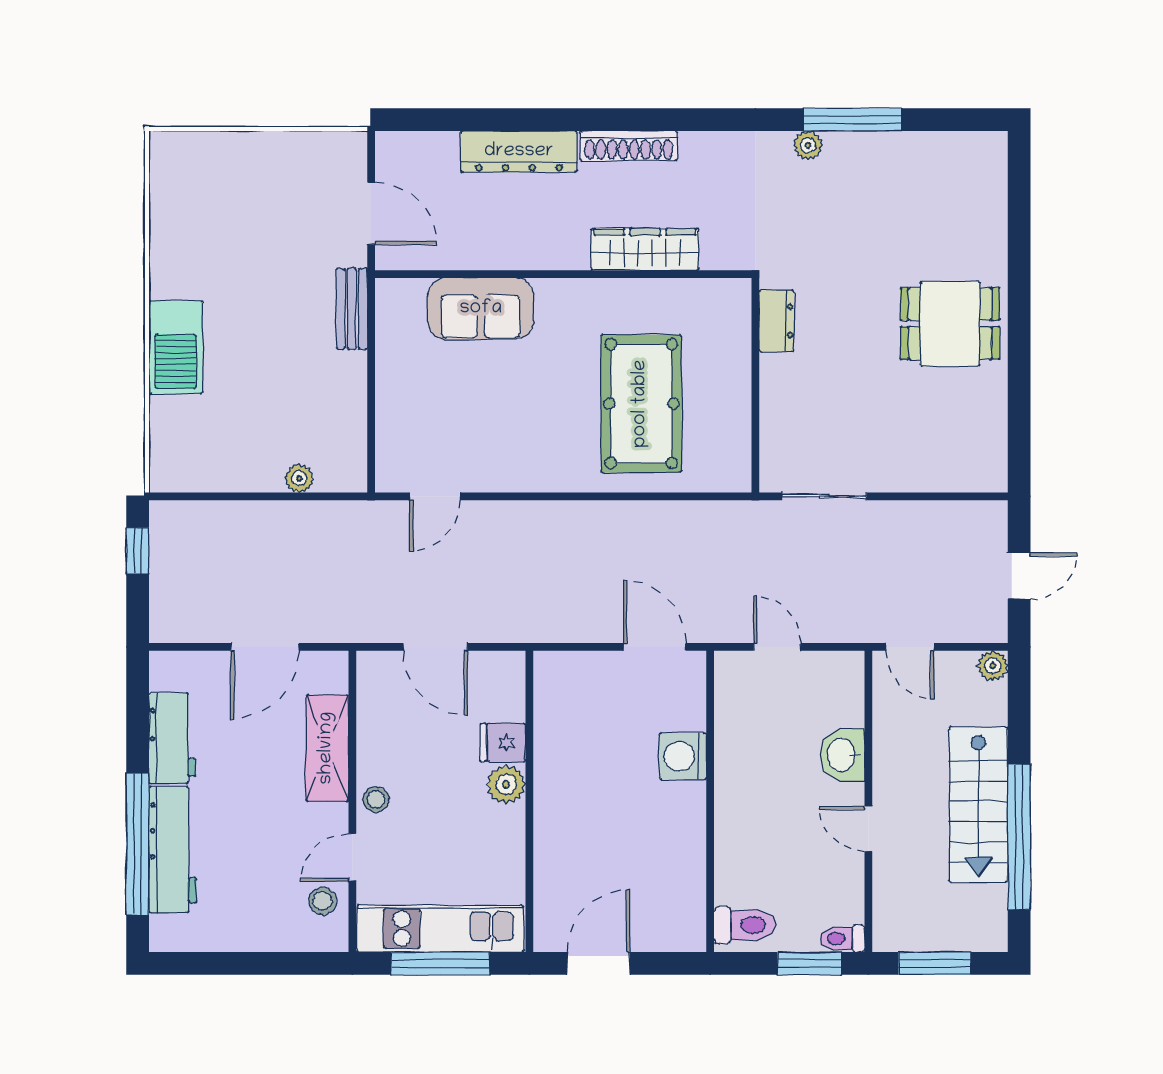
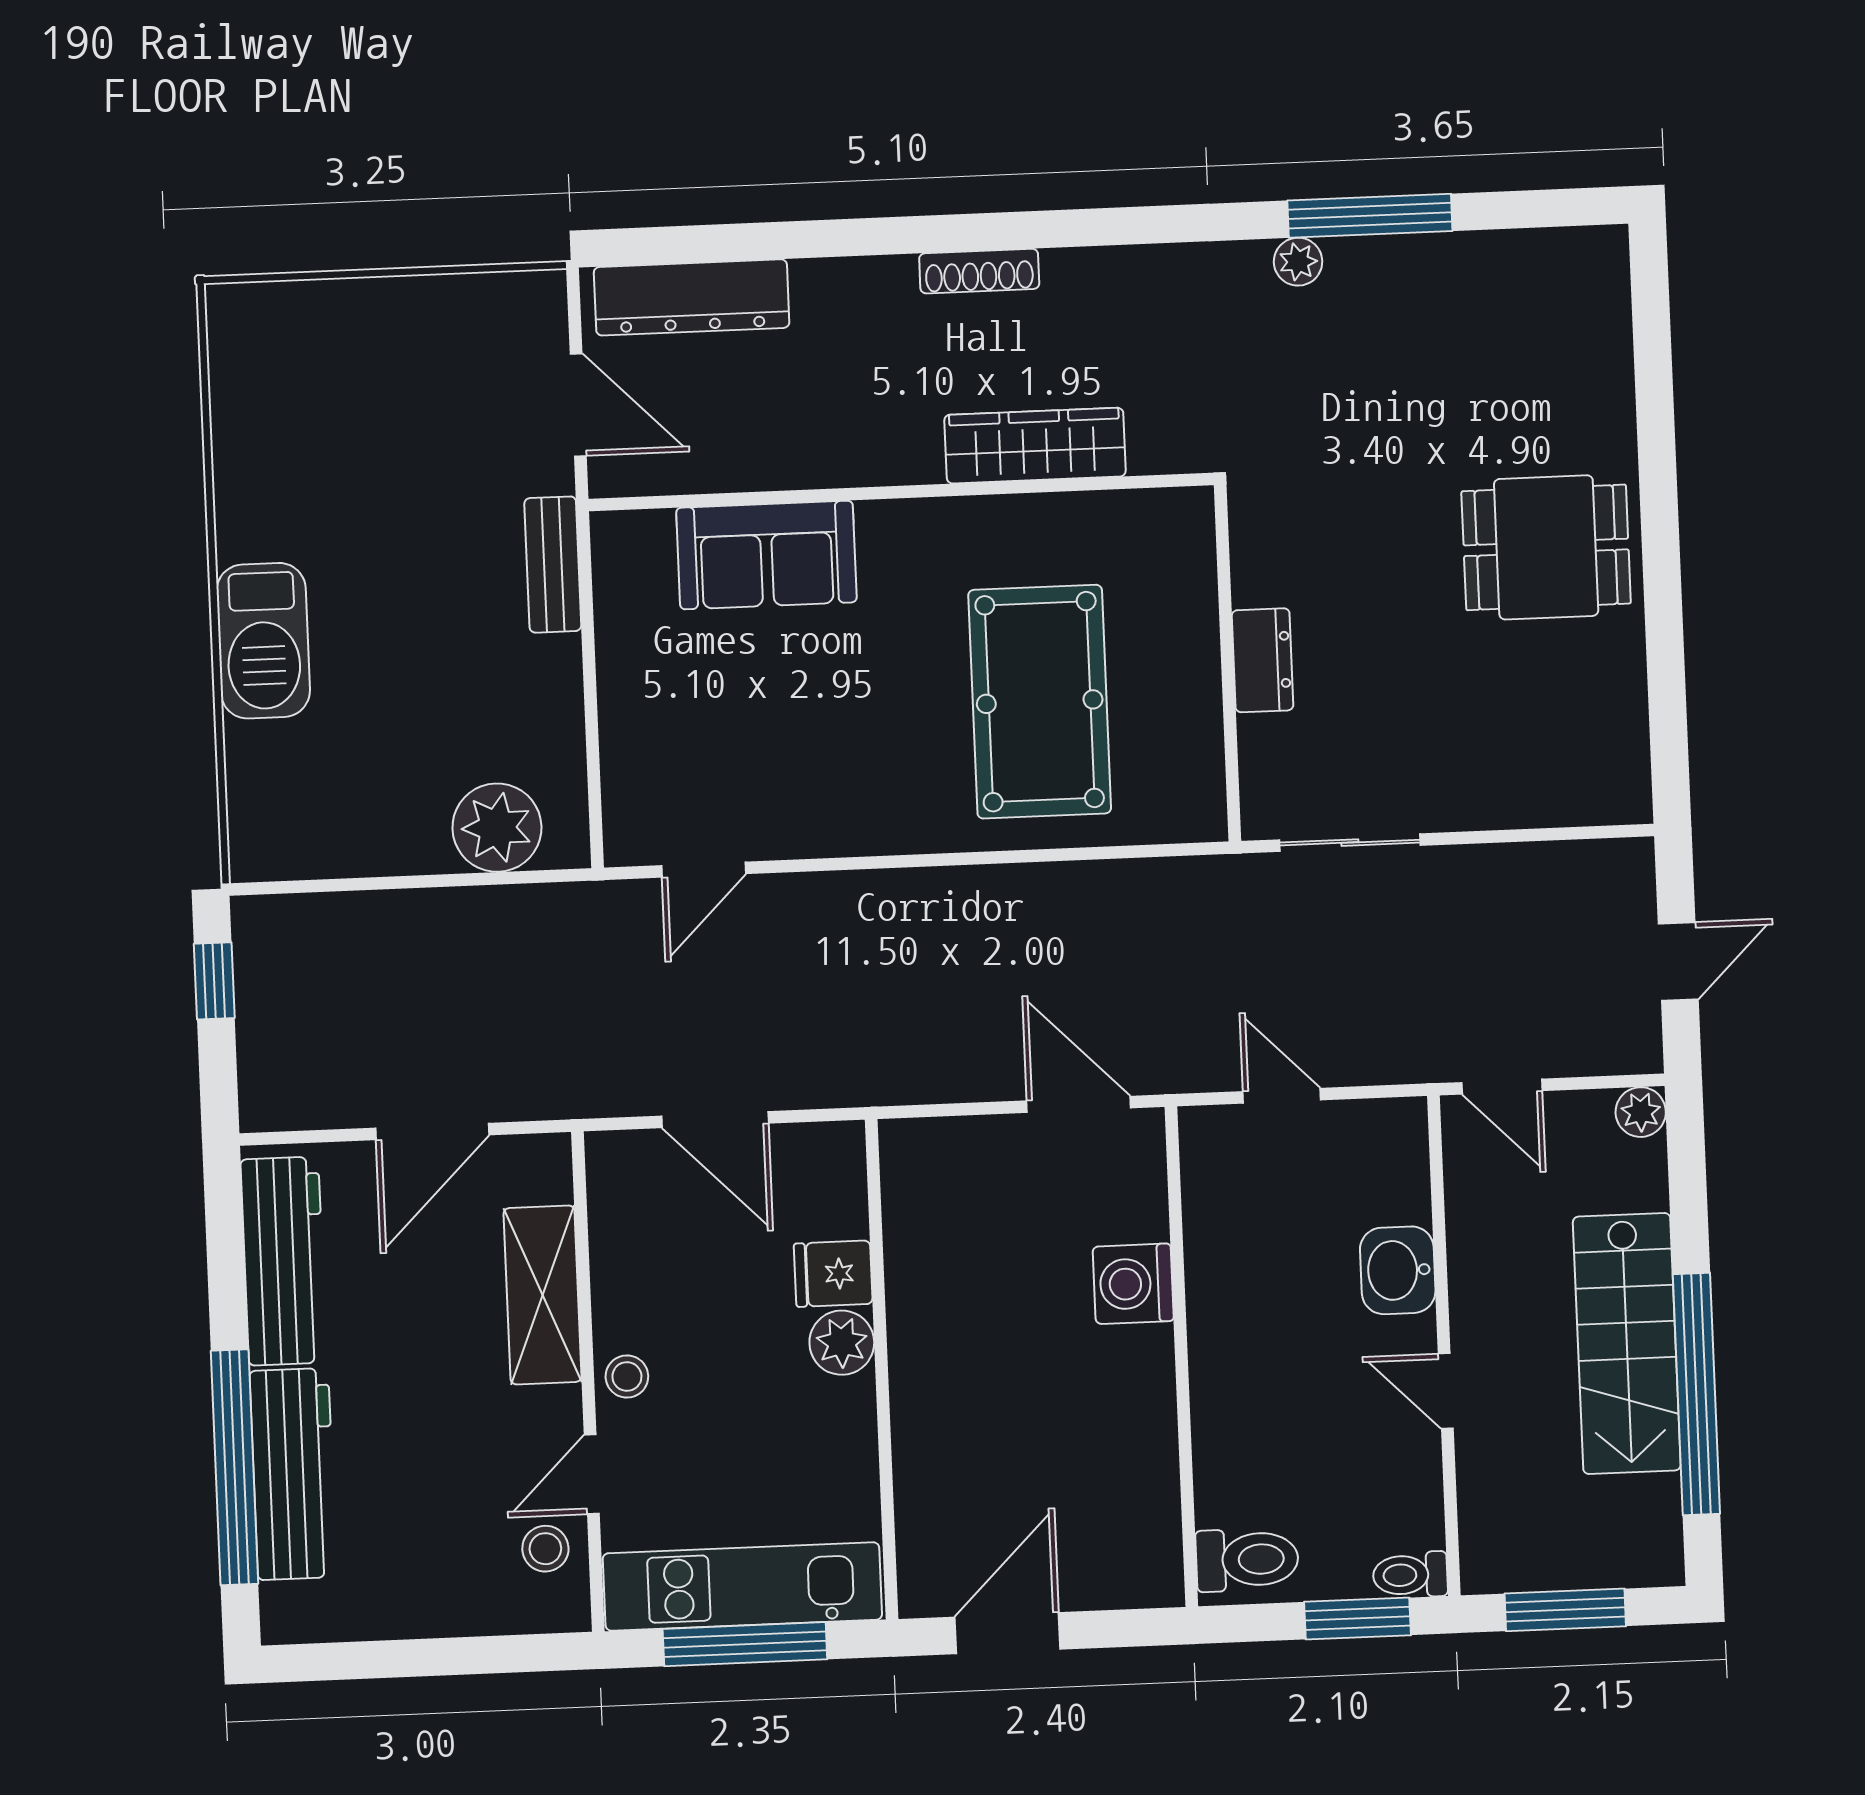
shoe rack: (629, 146) -> (979, 271), width x0.74, depth x0.81
dresser: (519, 152) -> (692, 297), moved
dresser: (777, 321) -> (1263, 660), moved
plant: (299, 478) -> (497, 828), width x1.88, depth x1.88
workbench: (172, 738) -> (284, 1261), width x1.38

